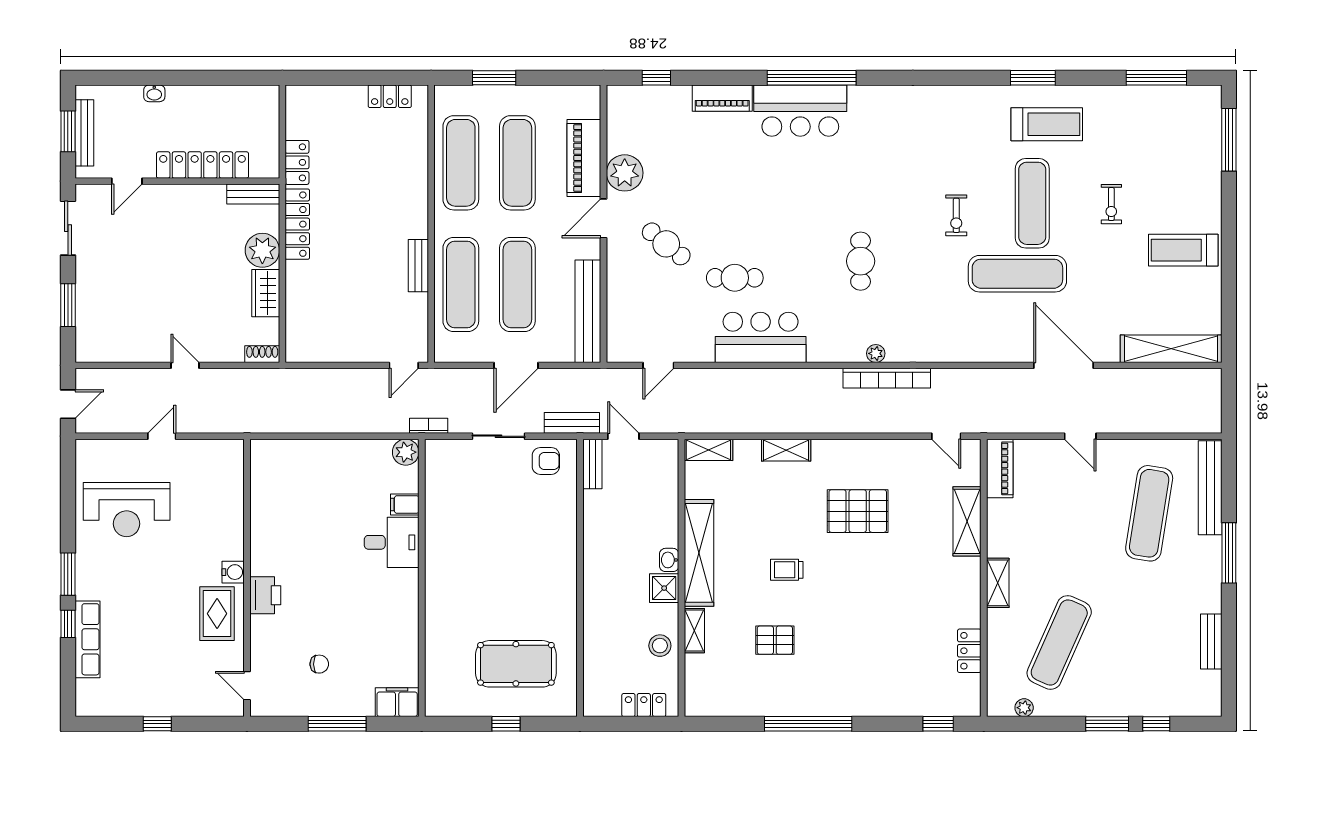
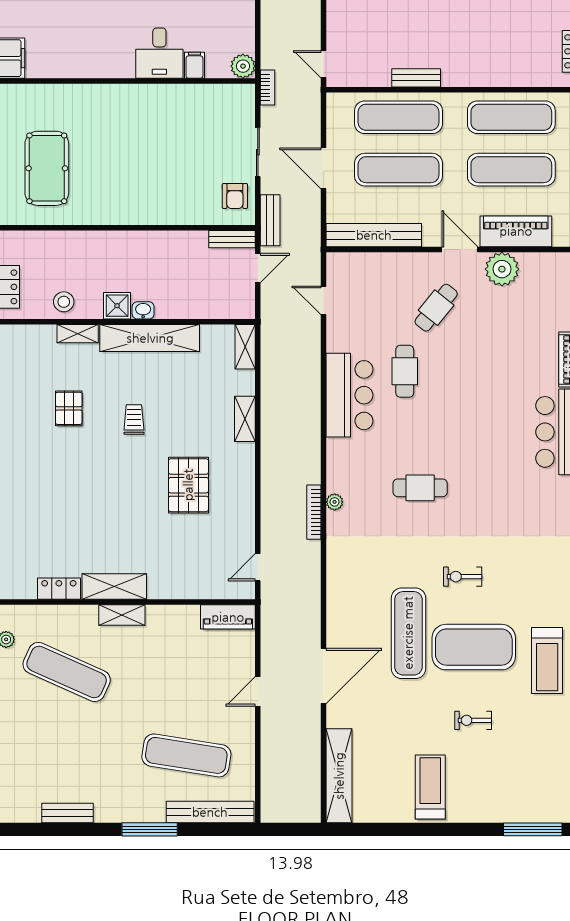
exercise mat: (1032, 203) -> (474, 647), width x1.47
bookcase: (887, 378) -> (314, 512), width x0.68, depth x0.76
shelving: (967, 521) -> (114, 587), moved

